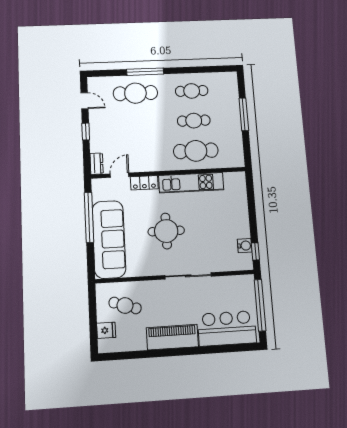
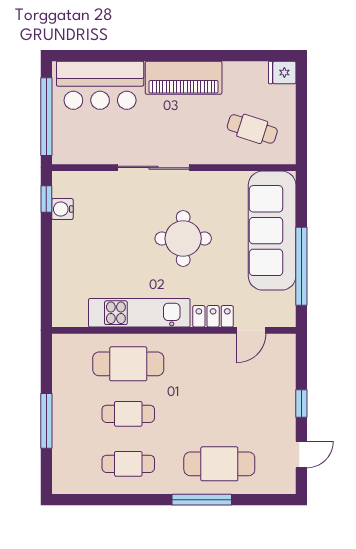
door: (84, 101) -> (301, 454), swing flipped
dresser: (97, 164) -> (286, 351), removed
fridge: (106, 330) -> (282, 73), moved

